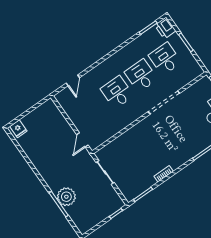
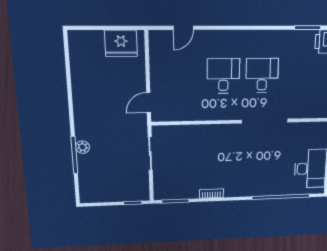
desk: (165, 59) -> (300, 75), removed
fridge: (18, 129) -> (121, 43), moved, width x1.88, depth x1.34
plant: (66, 197) -> (82, 147), width x0.53, depth x0.53

